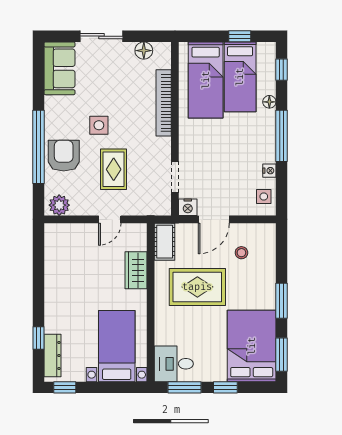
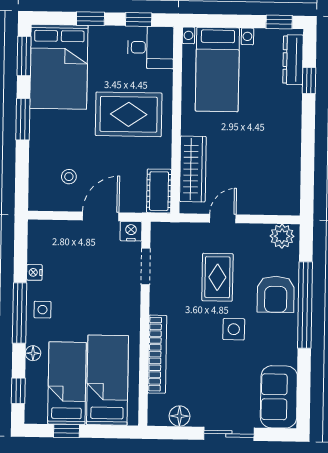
side table: (264, 197) -> (43, 310), moved
wardrobe: (136, 270) -> (193, 169), width x1.50
rug: (197, 287) -> (129, 114), moved
window: (184, 387) -> (139, 20), width x0.67

